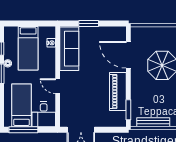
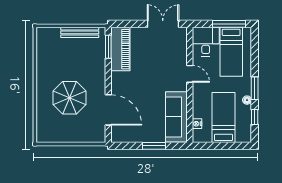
piano: (118, 92) -> (120, 49), moved

